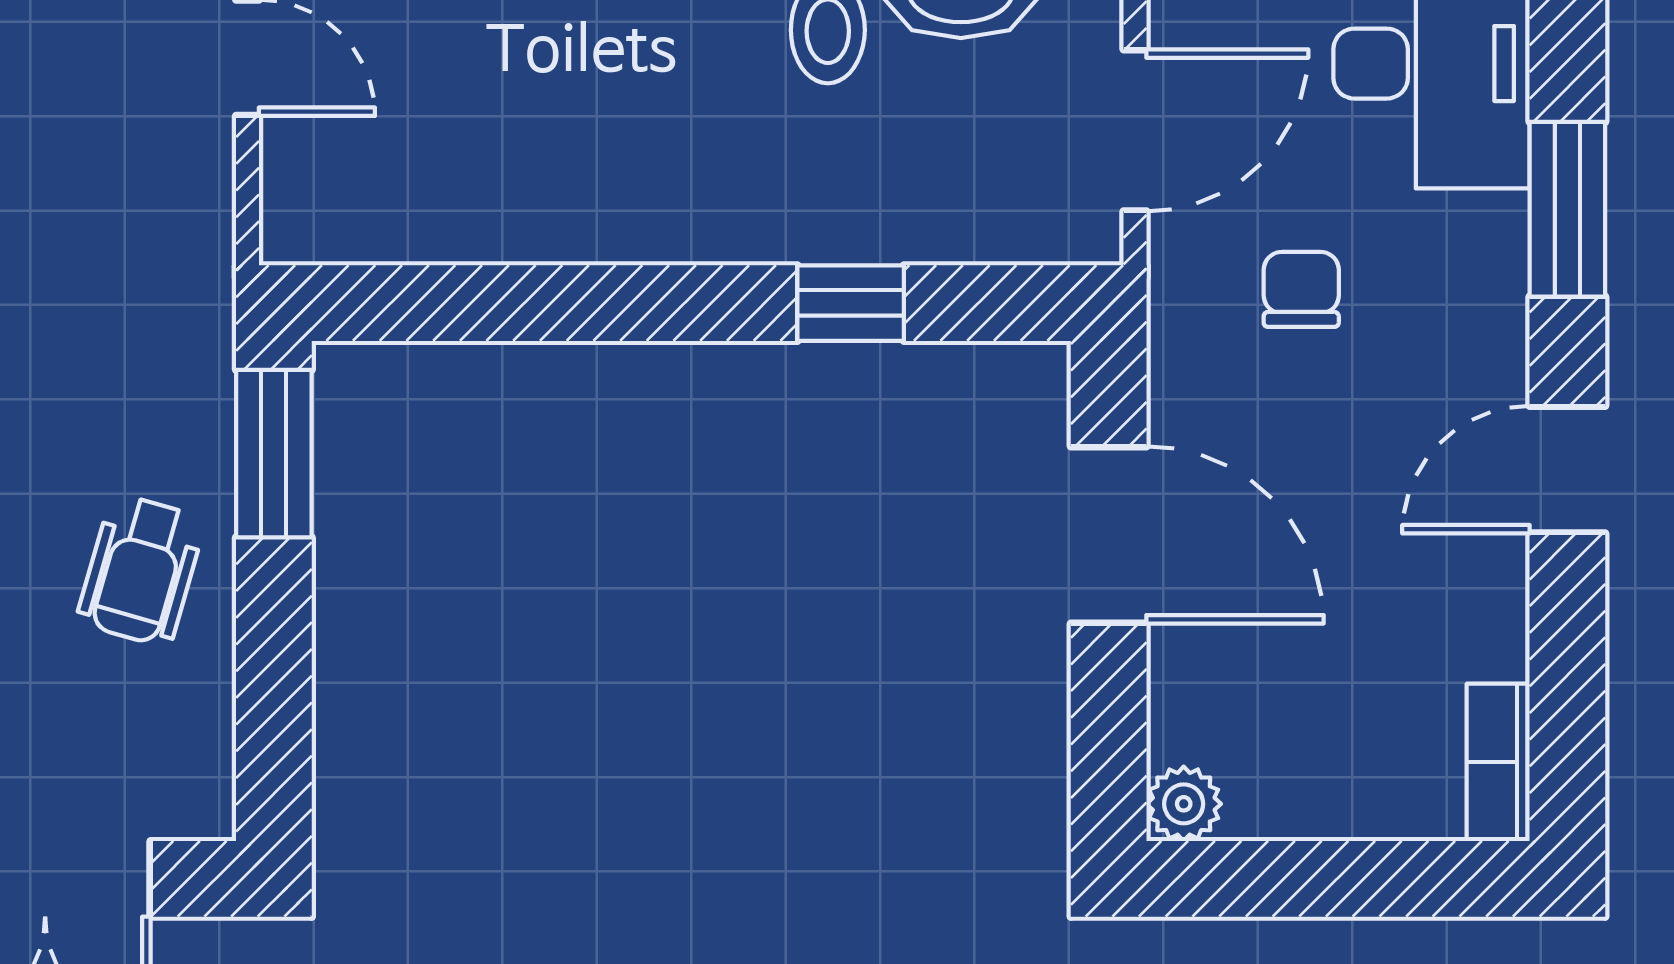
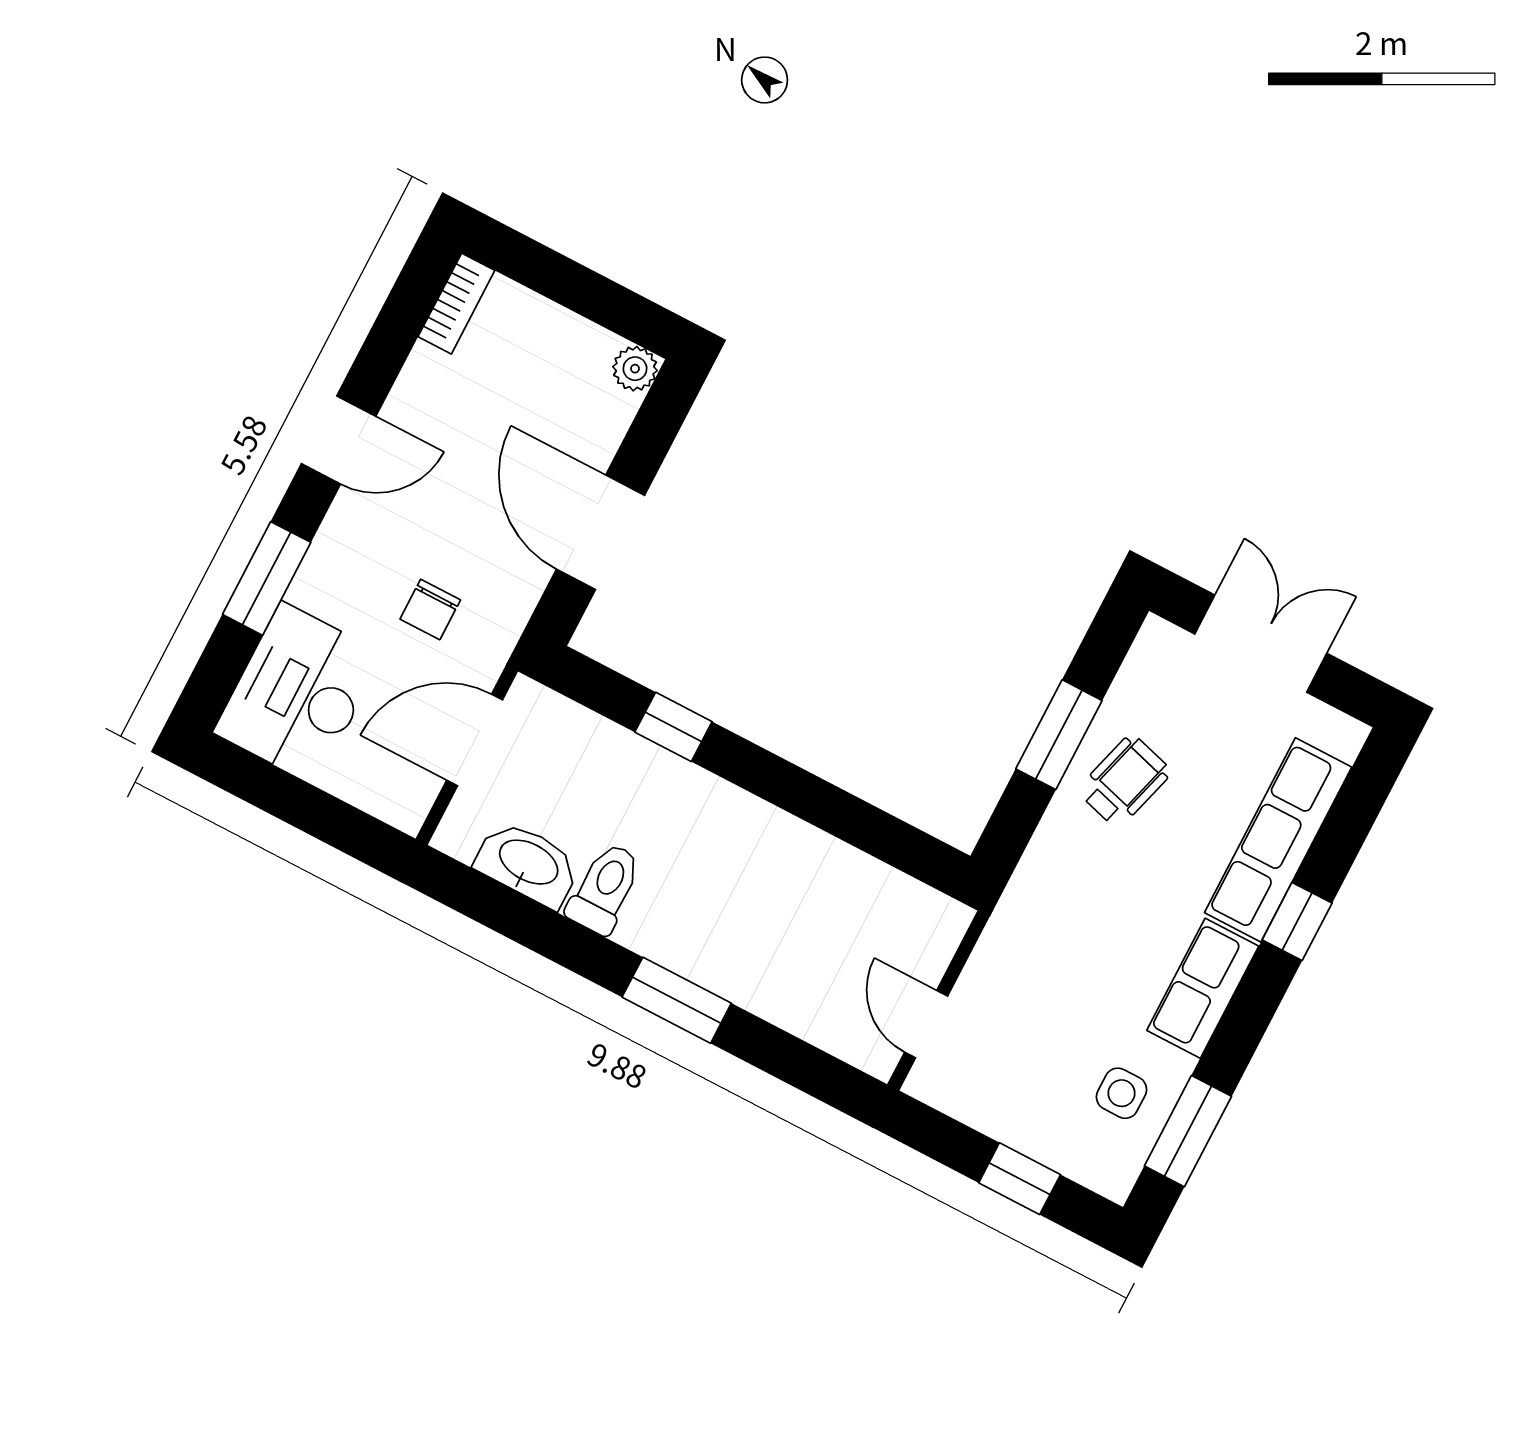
window: (274, 454) -> (1059, 735), moved

